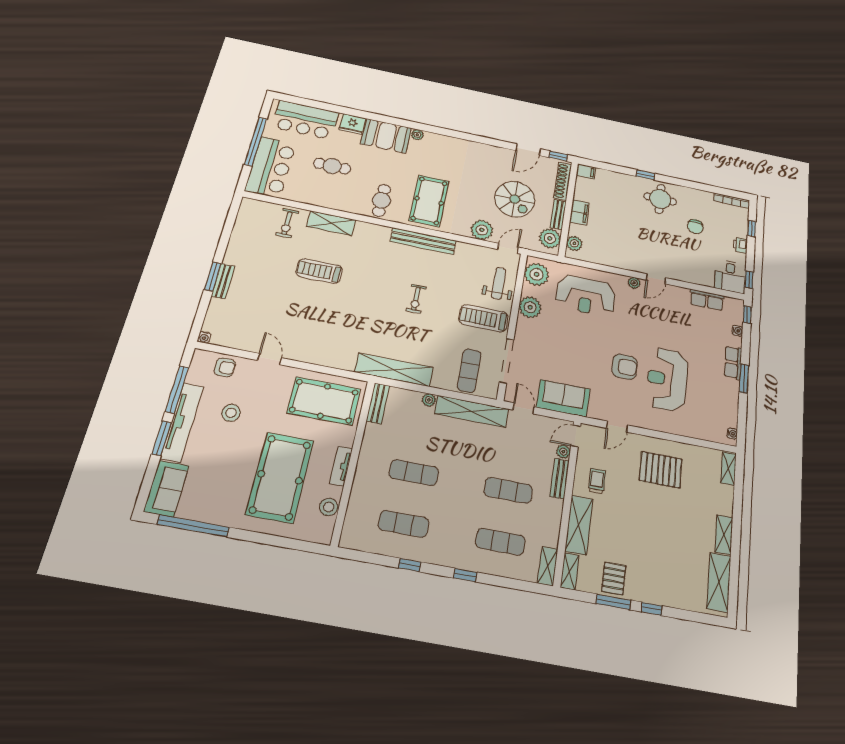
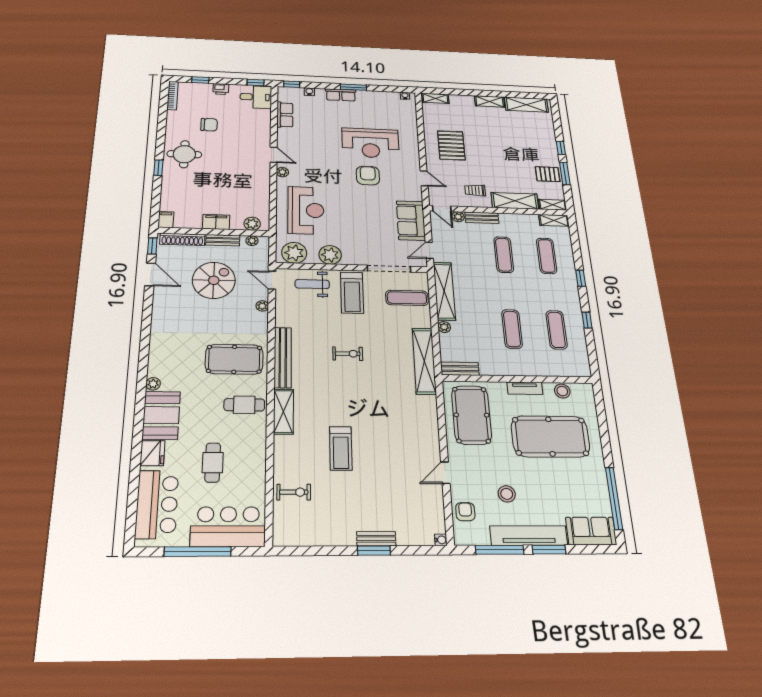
shelving: (331, 223) -> (283, 412), moved
plant: (482, 230) -> (262, 306), width x0.53, depth x0.53
plant: (550, 238) -> (252, 241), width x0.53, depth x0.53

